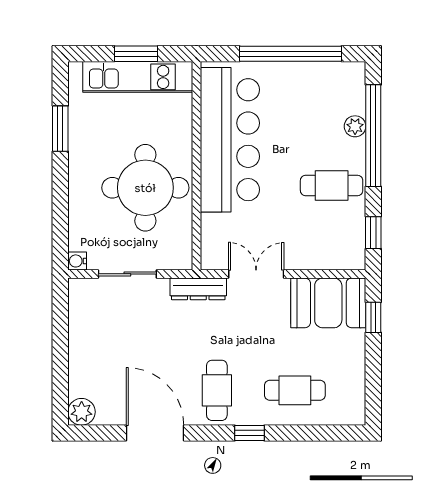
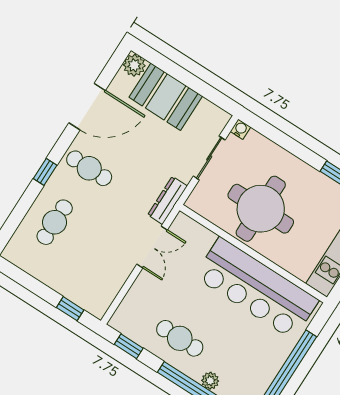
cafe table: (332, 185) -> (180, 338), turned 90
booth: (328, 303) -> (166, 97), moved, turned 90

